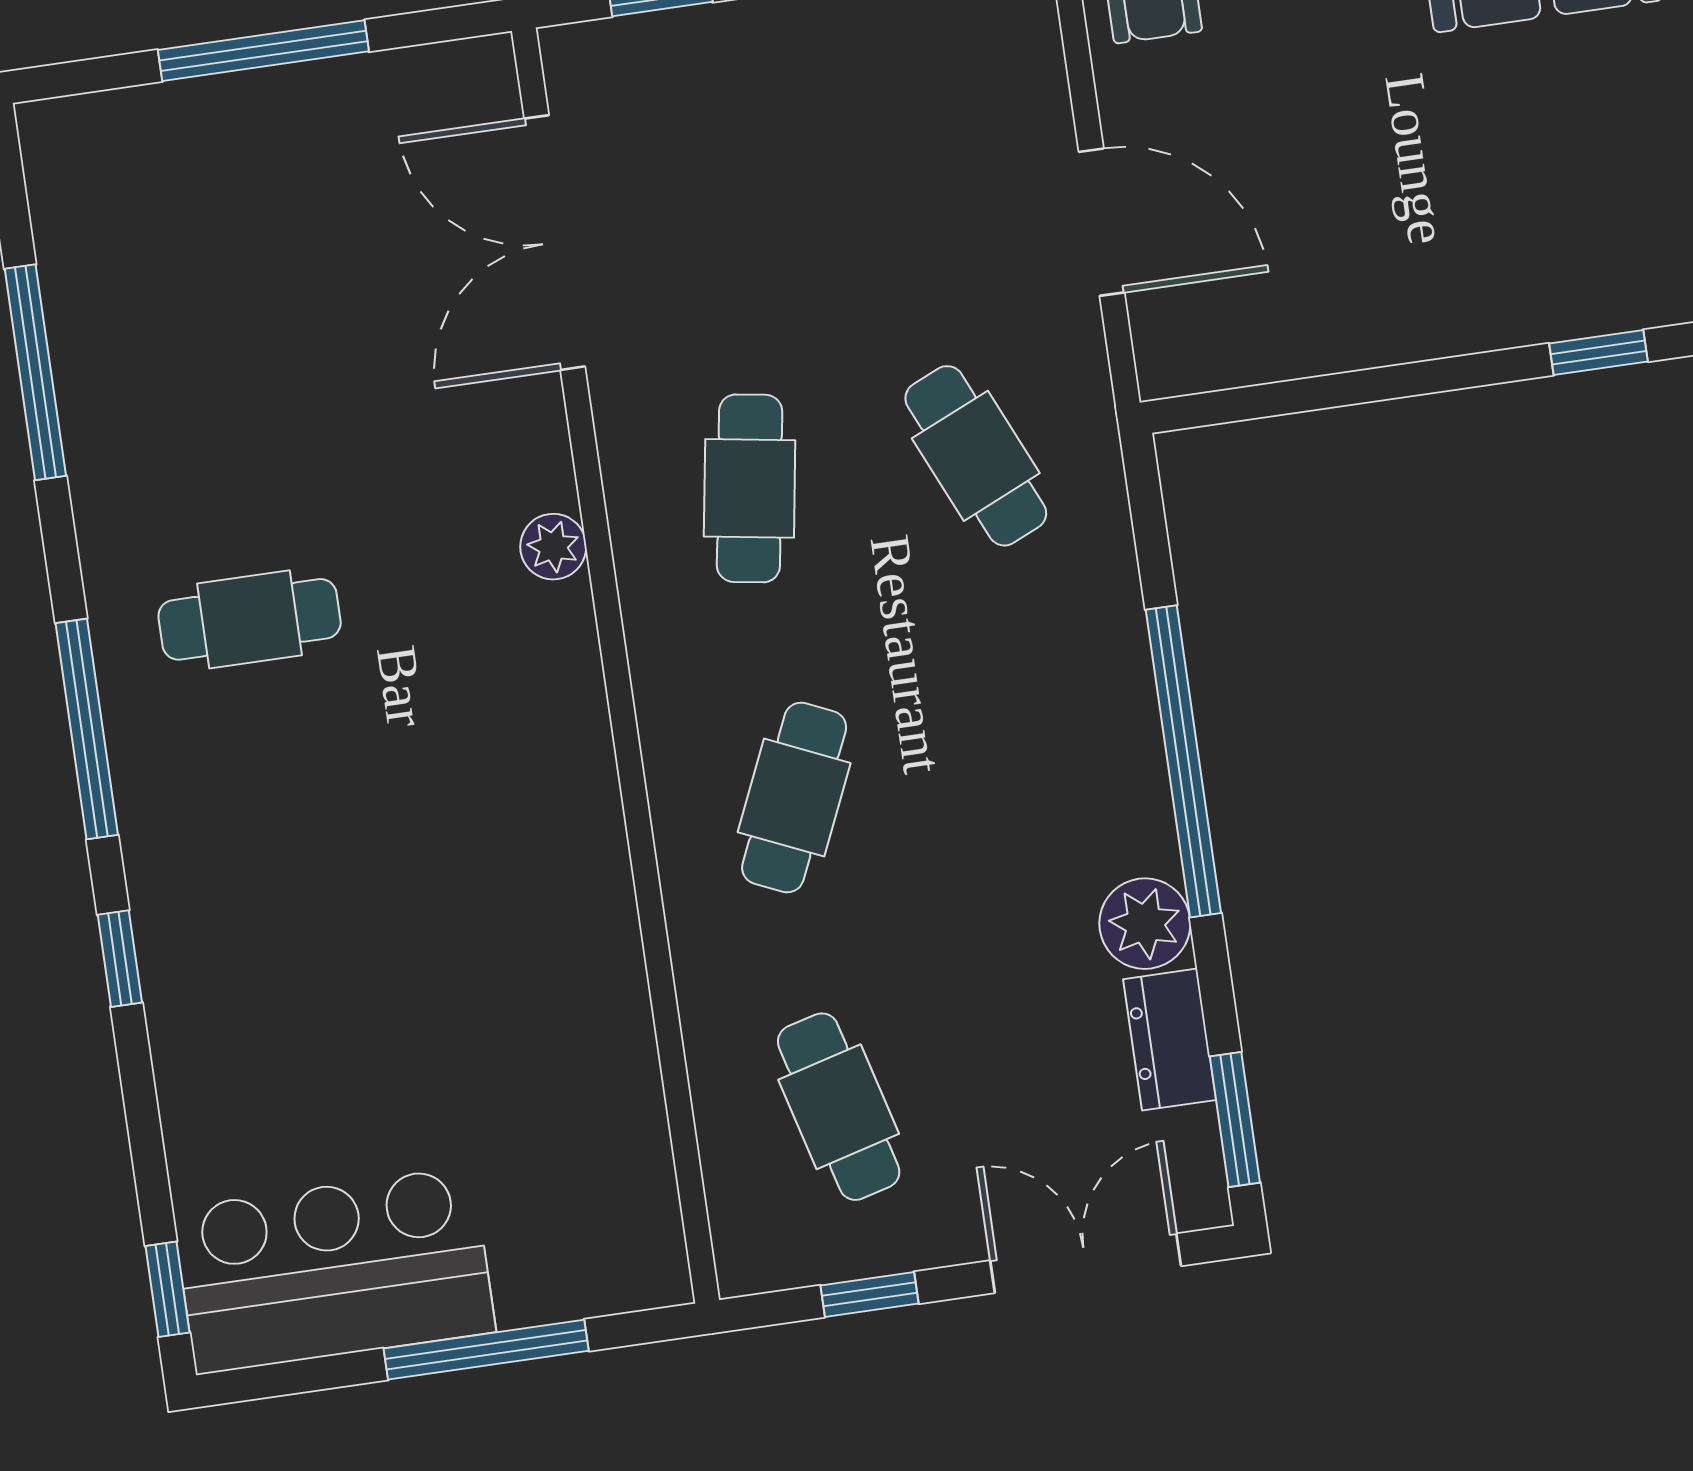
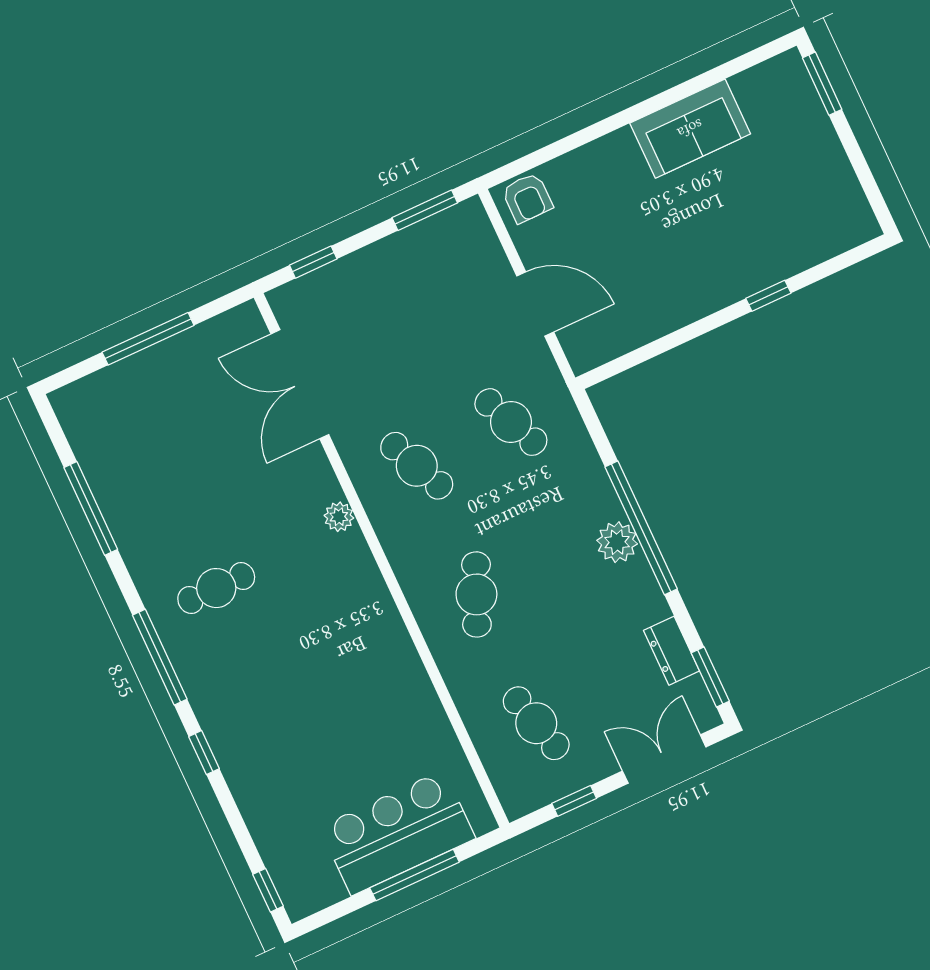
cafe table: (750, 488) -> (417, 466), turned -33
plant: (1145, 924) -> (617, 542), moved
bar counter: (334, 1270) -> (397, 833), moved

